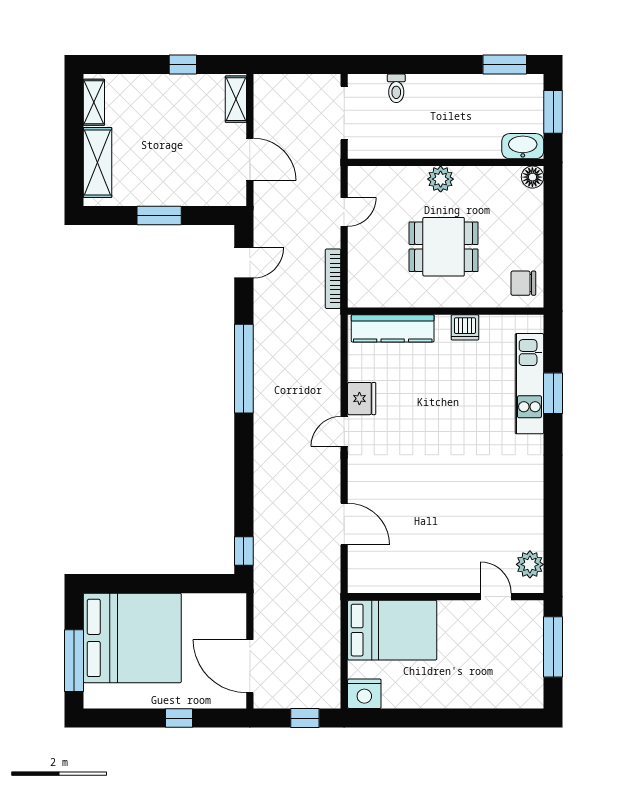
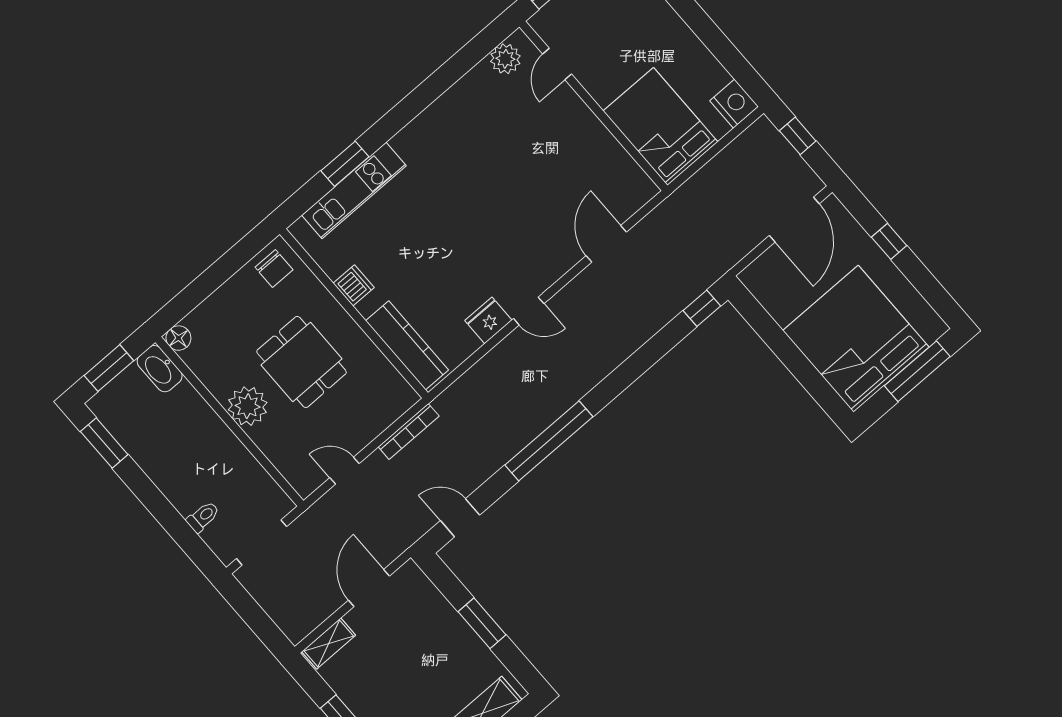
plant: (441, 179) -> (248, 406), width x1.36, depth x1.36

